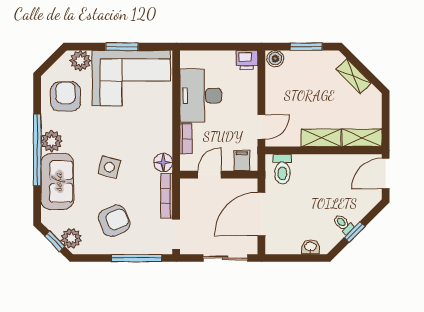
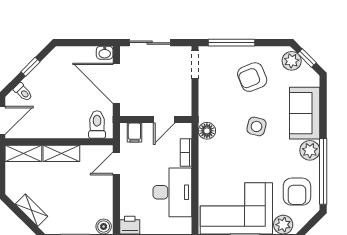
window: (37, 150) -> (323, 171), moved
bookcase: (167, 196) -> (204, 100), removed
door: (261, 214) -> (116, 83), swing flipped
toilet: (343, 224) -> (23, 92), moved
washbasin: (310, 247) -> (105, 53), moved

